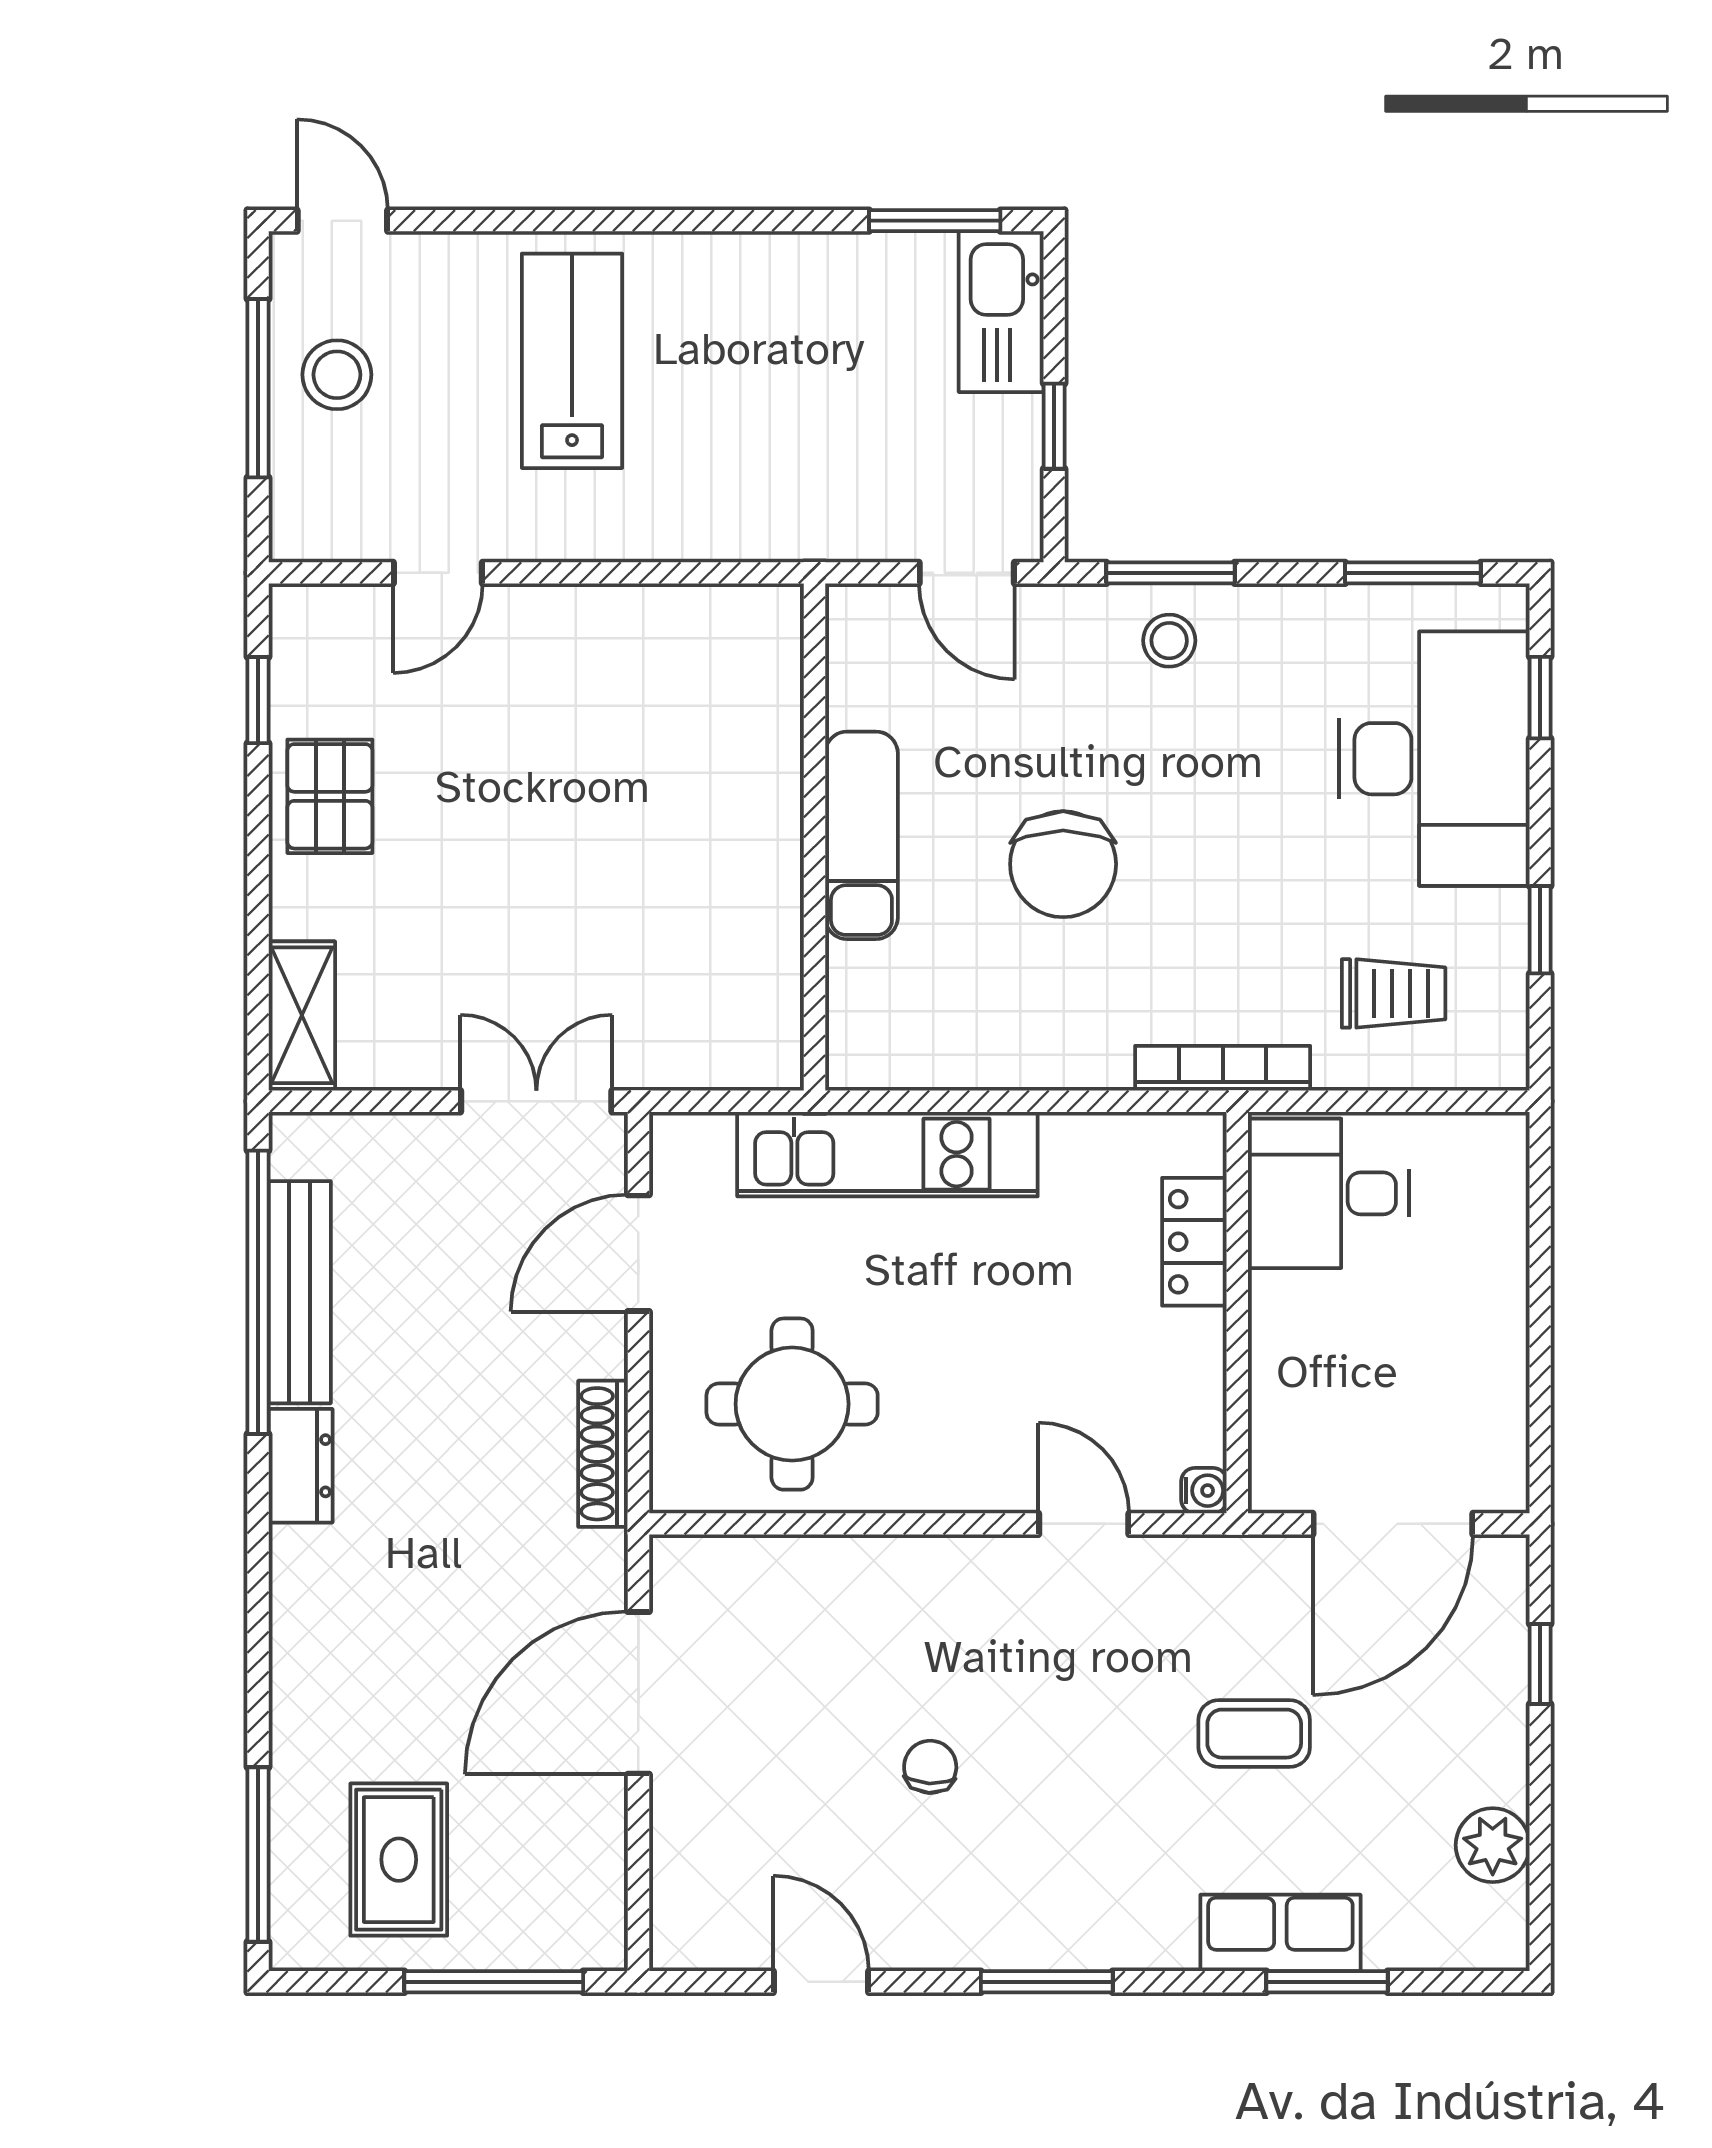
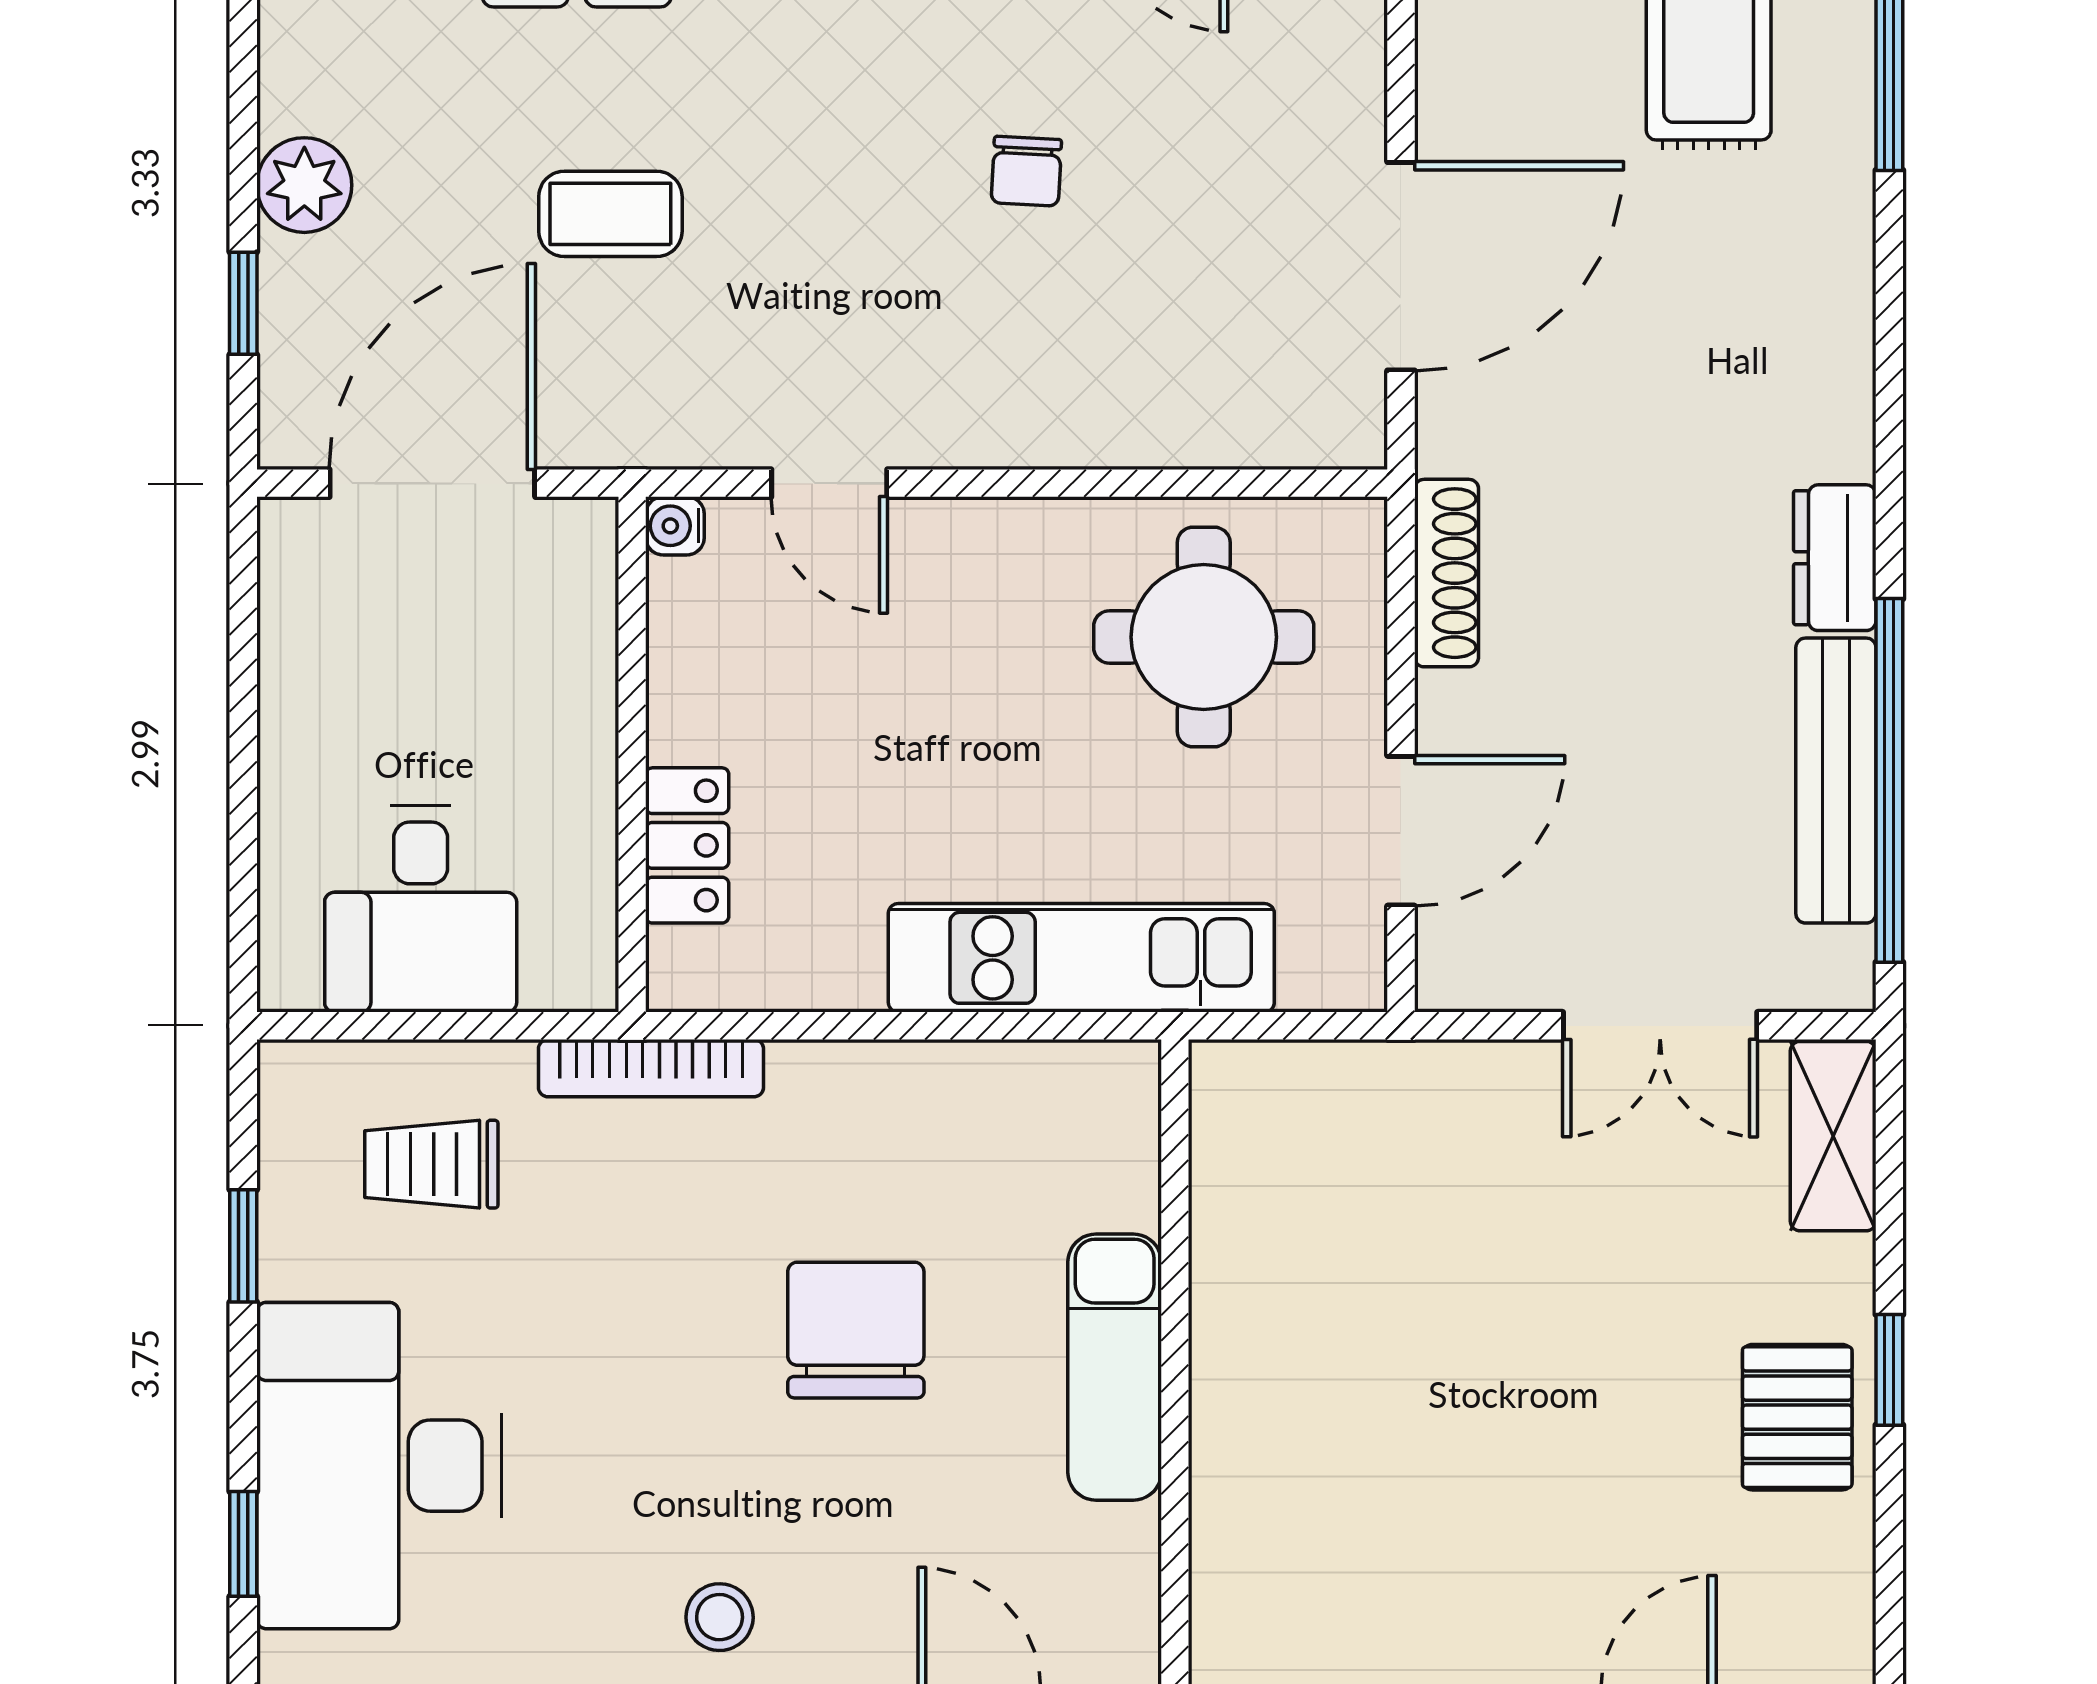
window: (258, 700) -> (1889, 1370), moved
double door: (536, 1101) -> (1660, 1026), moved
desk: (1328, 1193) -> (421, 909), moved, turned 90
plant: (1493, 1845) -> (304, 185), moved

